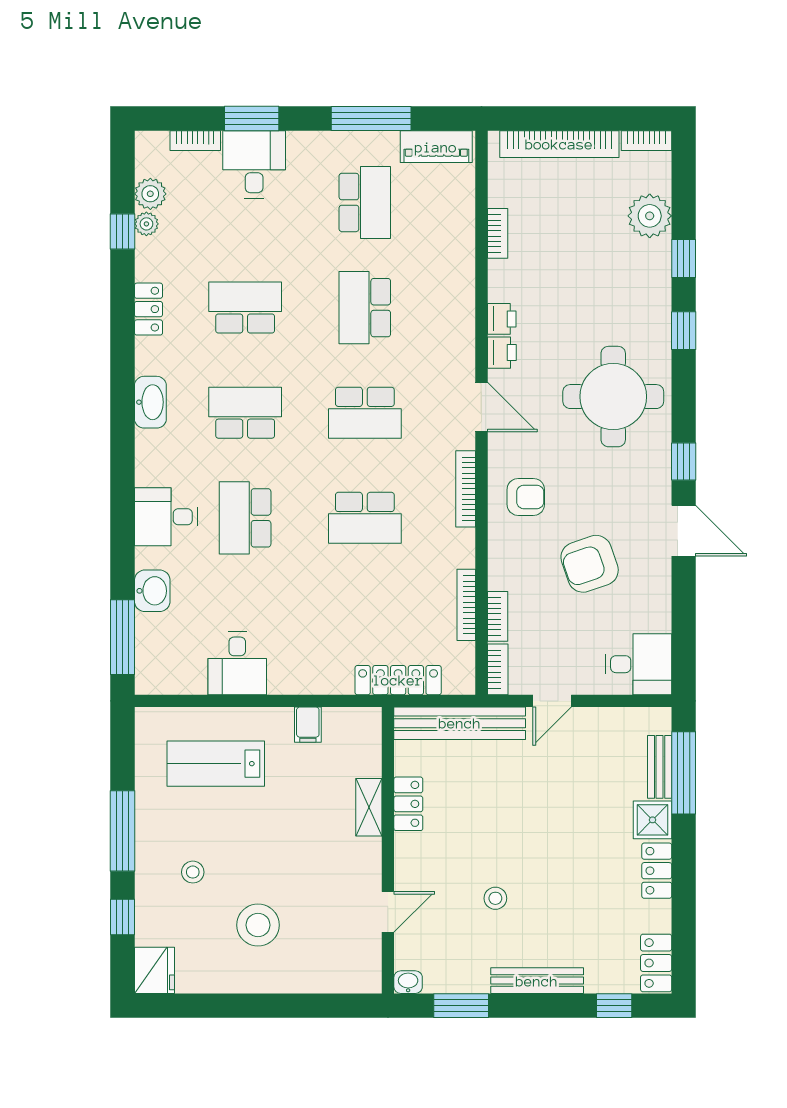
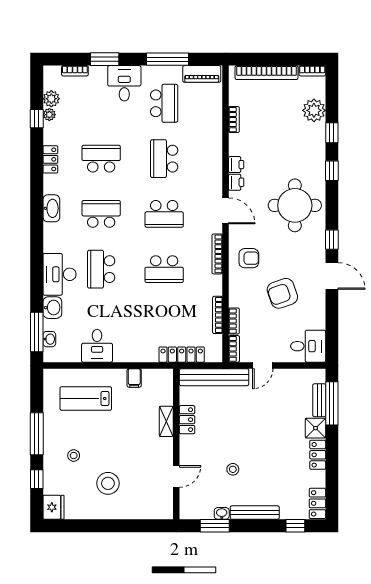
desk: (254, 164) -> (124, 83), moved
desk: (166, 517) -> (60, 274), width x1.37
washbasin: (146, 651) -> (49, 339), added
washbasin: (408, 982) -> (222, 513), moved

